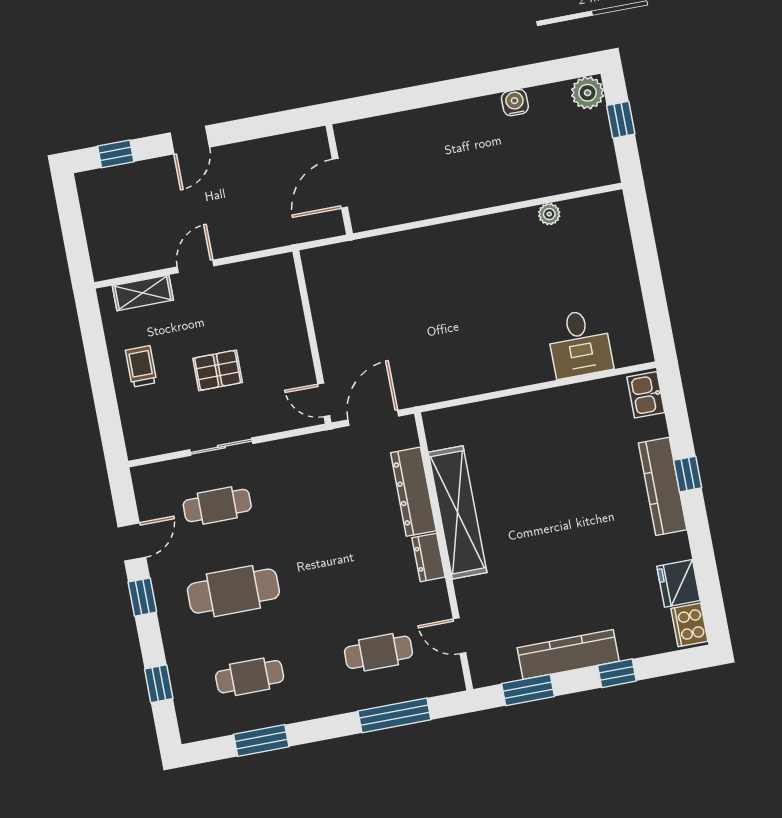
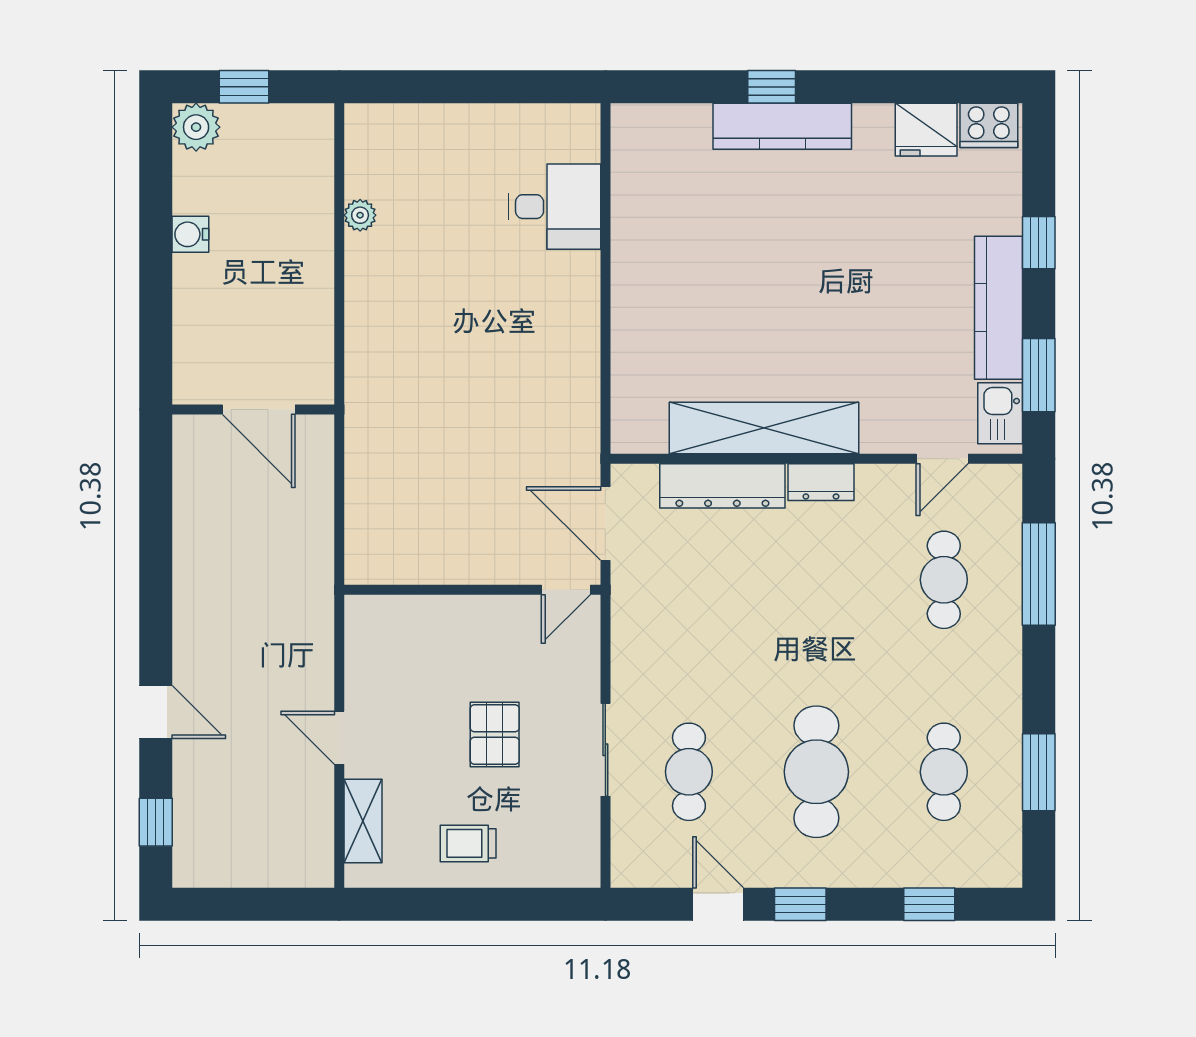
wall: (339, 179) -> (253, 410), moved
door: (340, 183) -> (259, 410), moved
kitchen sink: (646, 395) -> (1000, 413), moved, turned 90

